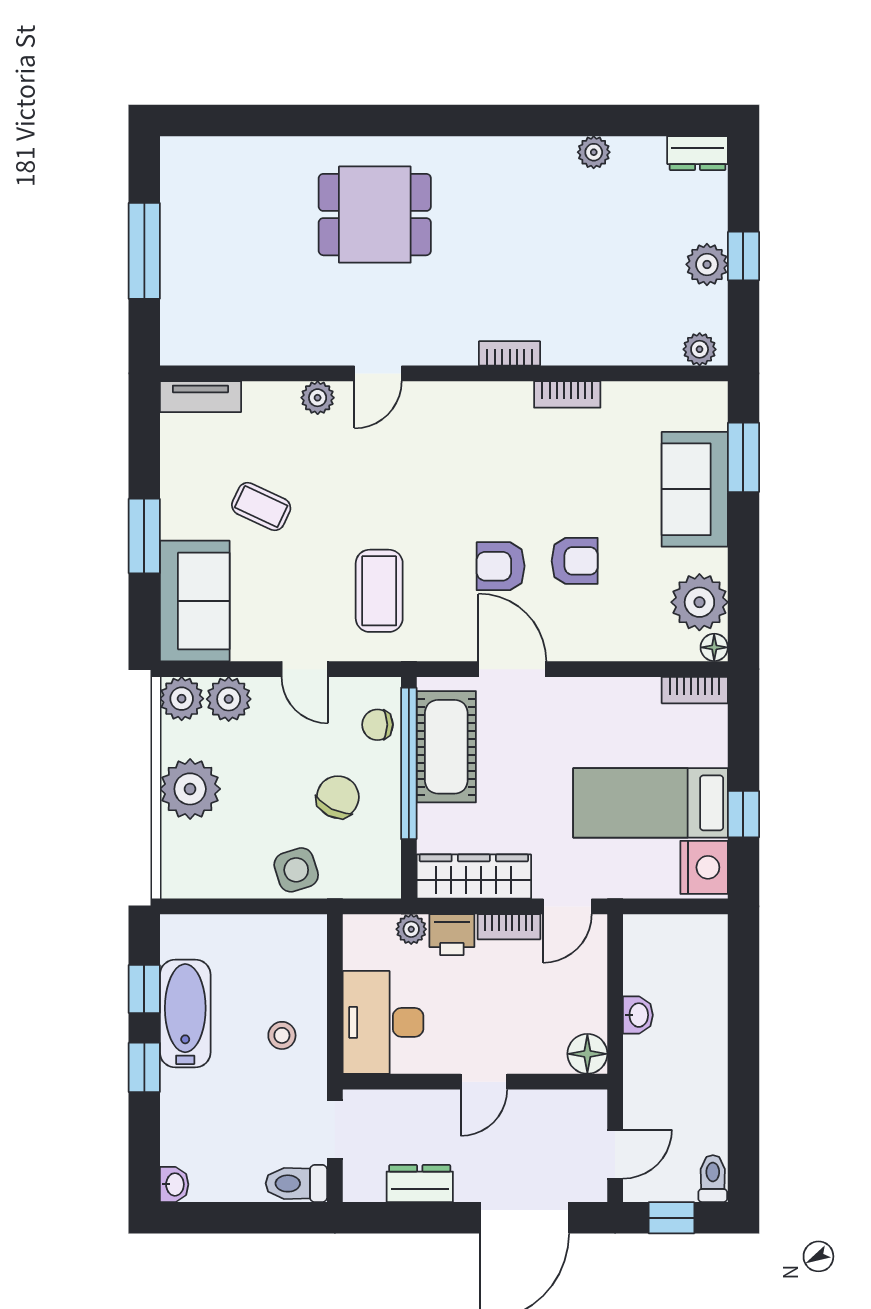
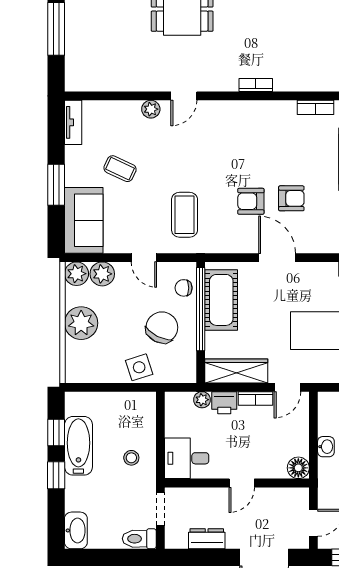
bookcase: (567, 394) -> (316, 107), moved
tv unit: (200, 397) -> (73, 122), moved, turned -90
door: (512, 669) -> (277, 258), moved
chair: (338, 797) -> (162, 327), width x1.37, depth x1.37
desk: (383, 1022) -> (187, 458), width x0.73
washbasin: (174, 1184) -> (76, 530), width x1.91, depth x1.45

